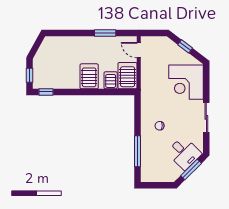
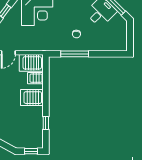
window: (46, 92) -> (46, 123), moved
window: (138, 151) -> (75, 54), moved

